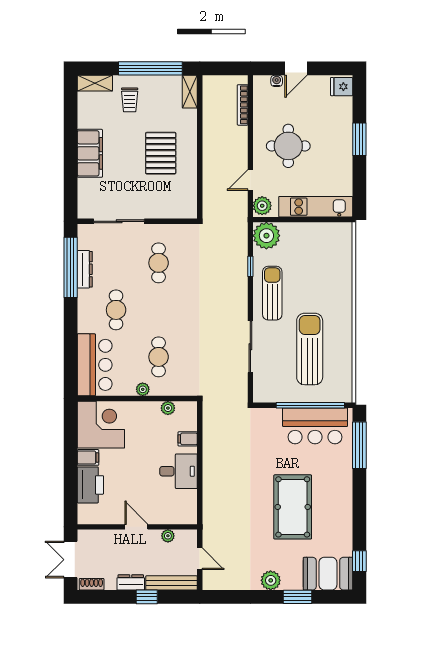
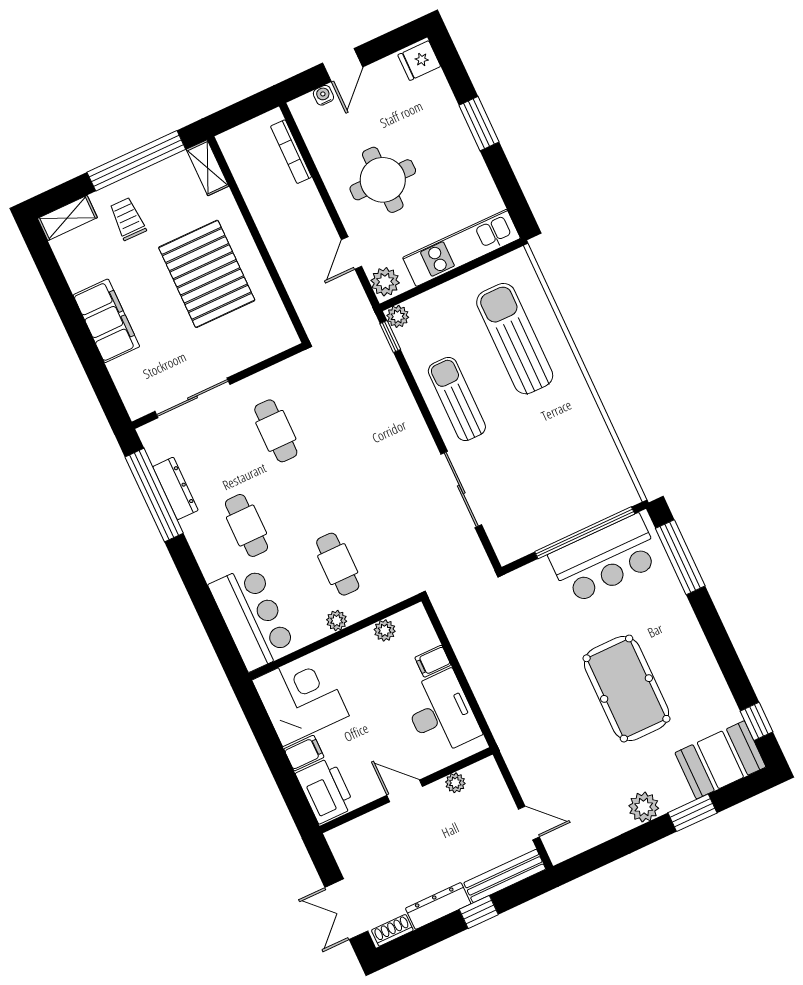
trolley: (130, 100) -> (128, 219), turned 180
pallet: (161, 153) -> (207, 274), width x1.37, depth x1.41
plant: (266, 236) -> (398, 316), width x0.53, depth x0.53
window: (250, 266) -> (390, 337), moved
sun lounger: (310, 349) -> (515, 339), moved
desk: (178, 471) -> (441, 713), width x1.37
door: (136, 527) -> (405, 791), moved
wall: (137, 527) -> (406, 790), moved
plant: (168, 536) -> (455, 783), moved
dresser: (131, 582) -> (438, 906), width x1.44

